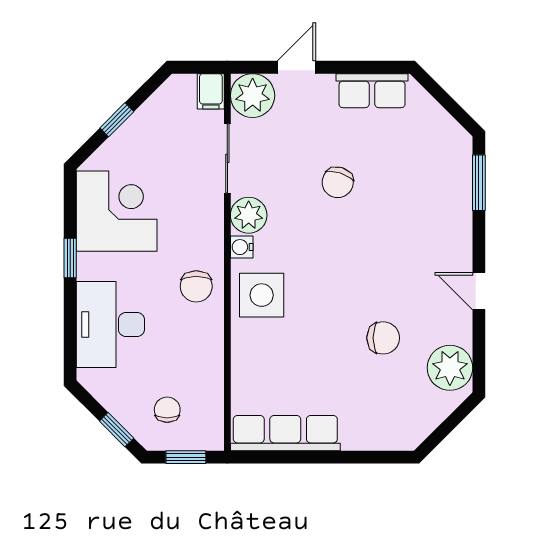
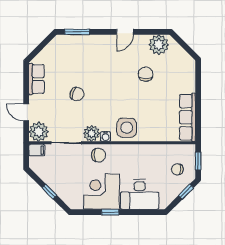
corner desk: (117, 211) -> (102, 192), moved
chair: (196, 286) -> (99, 155), moved

